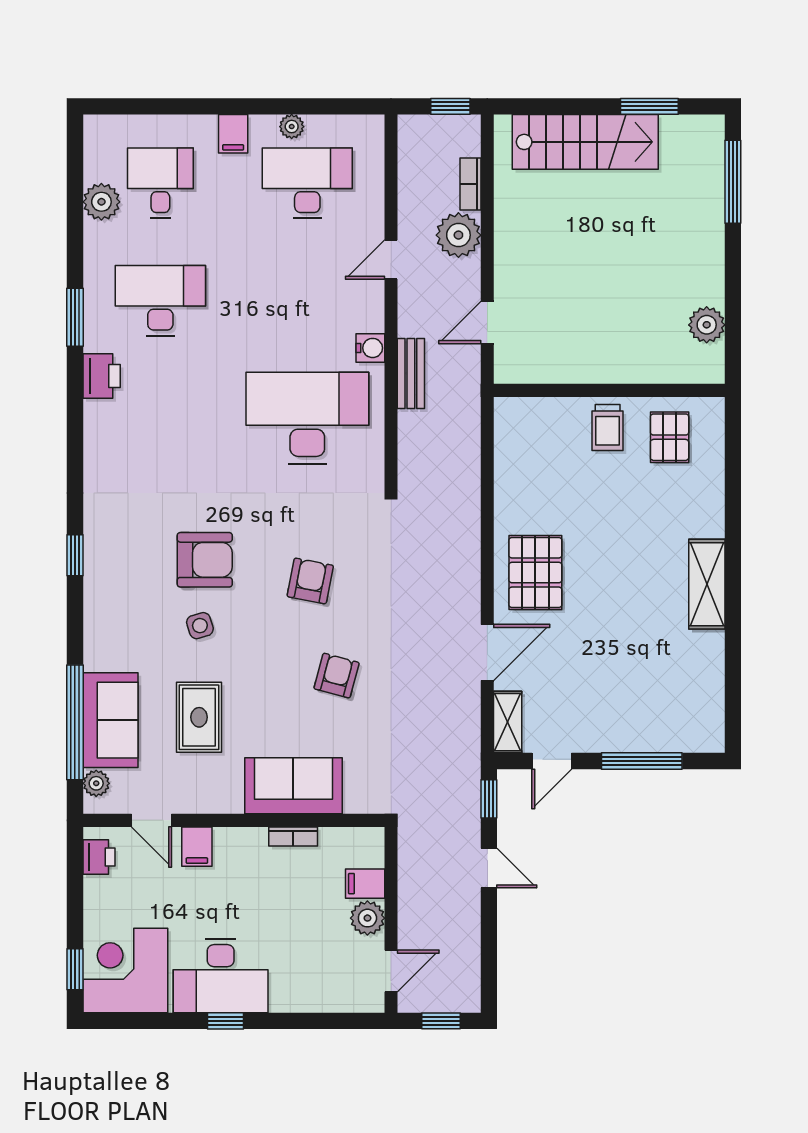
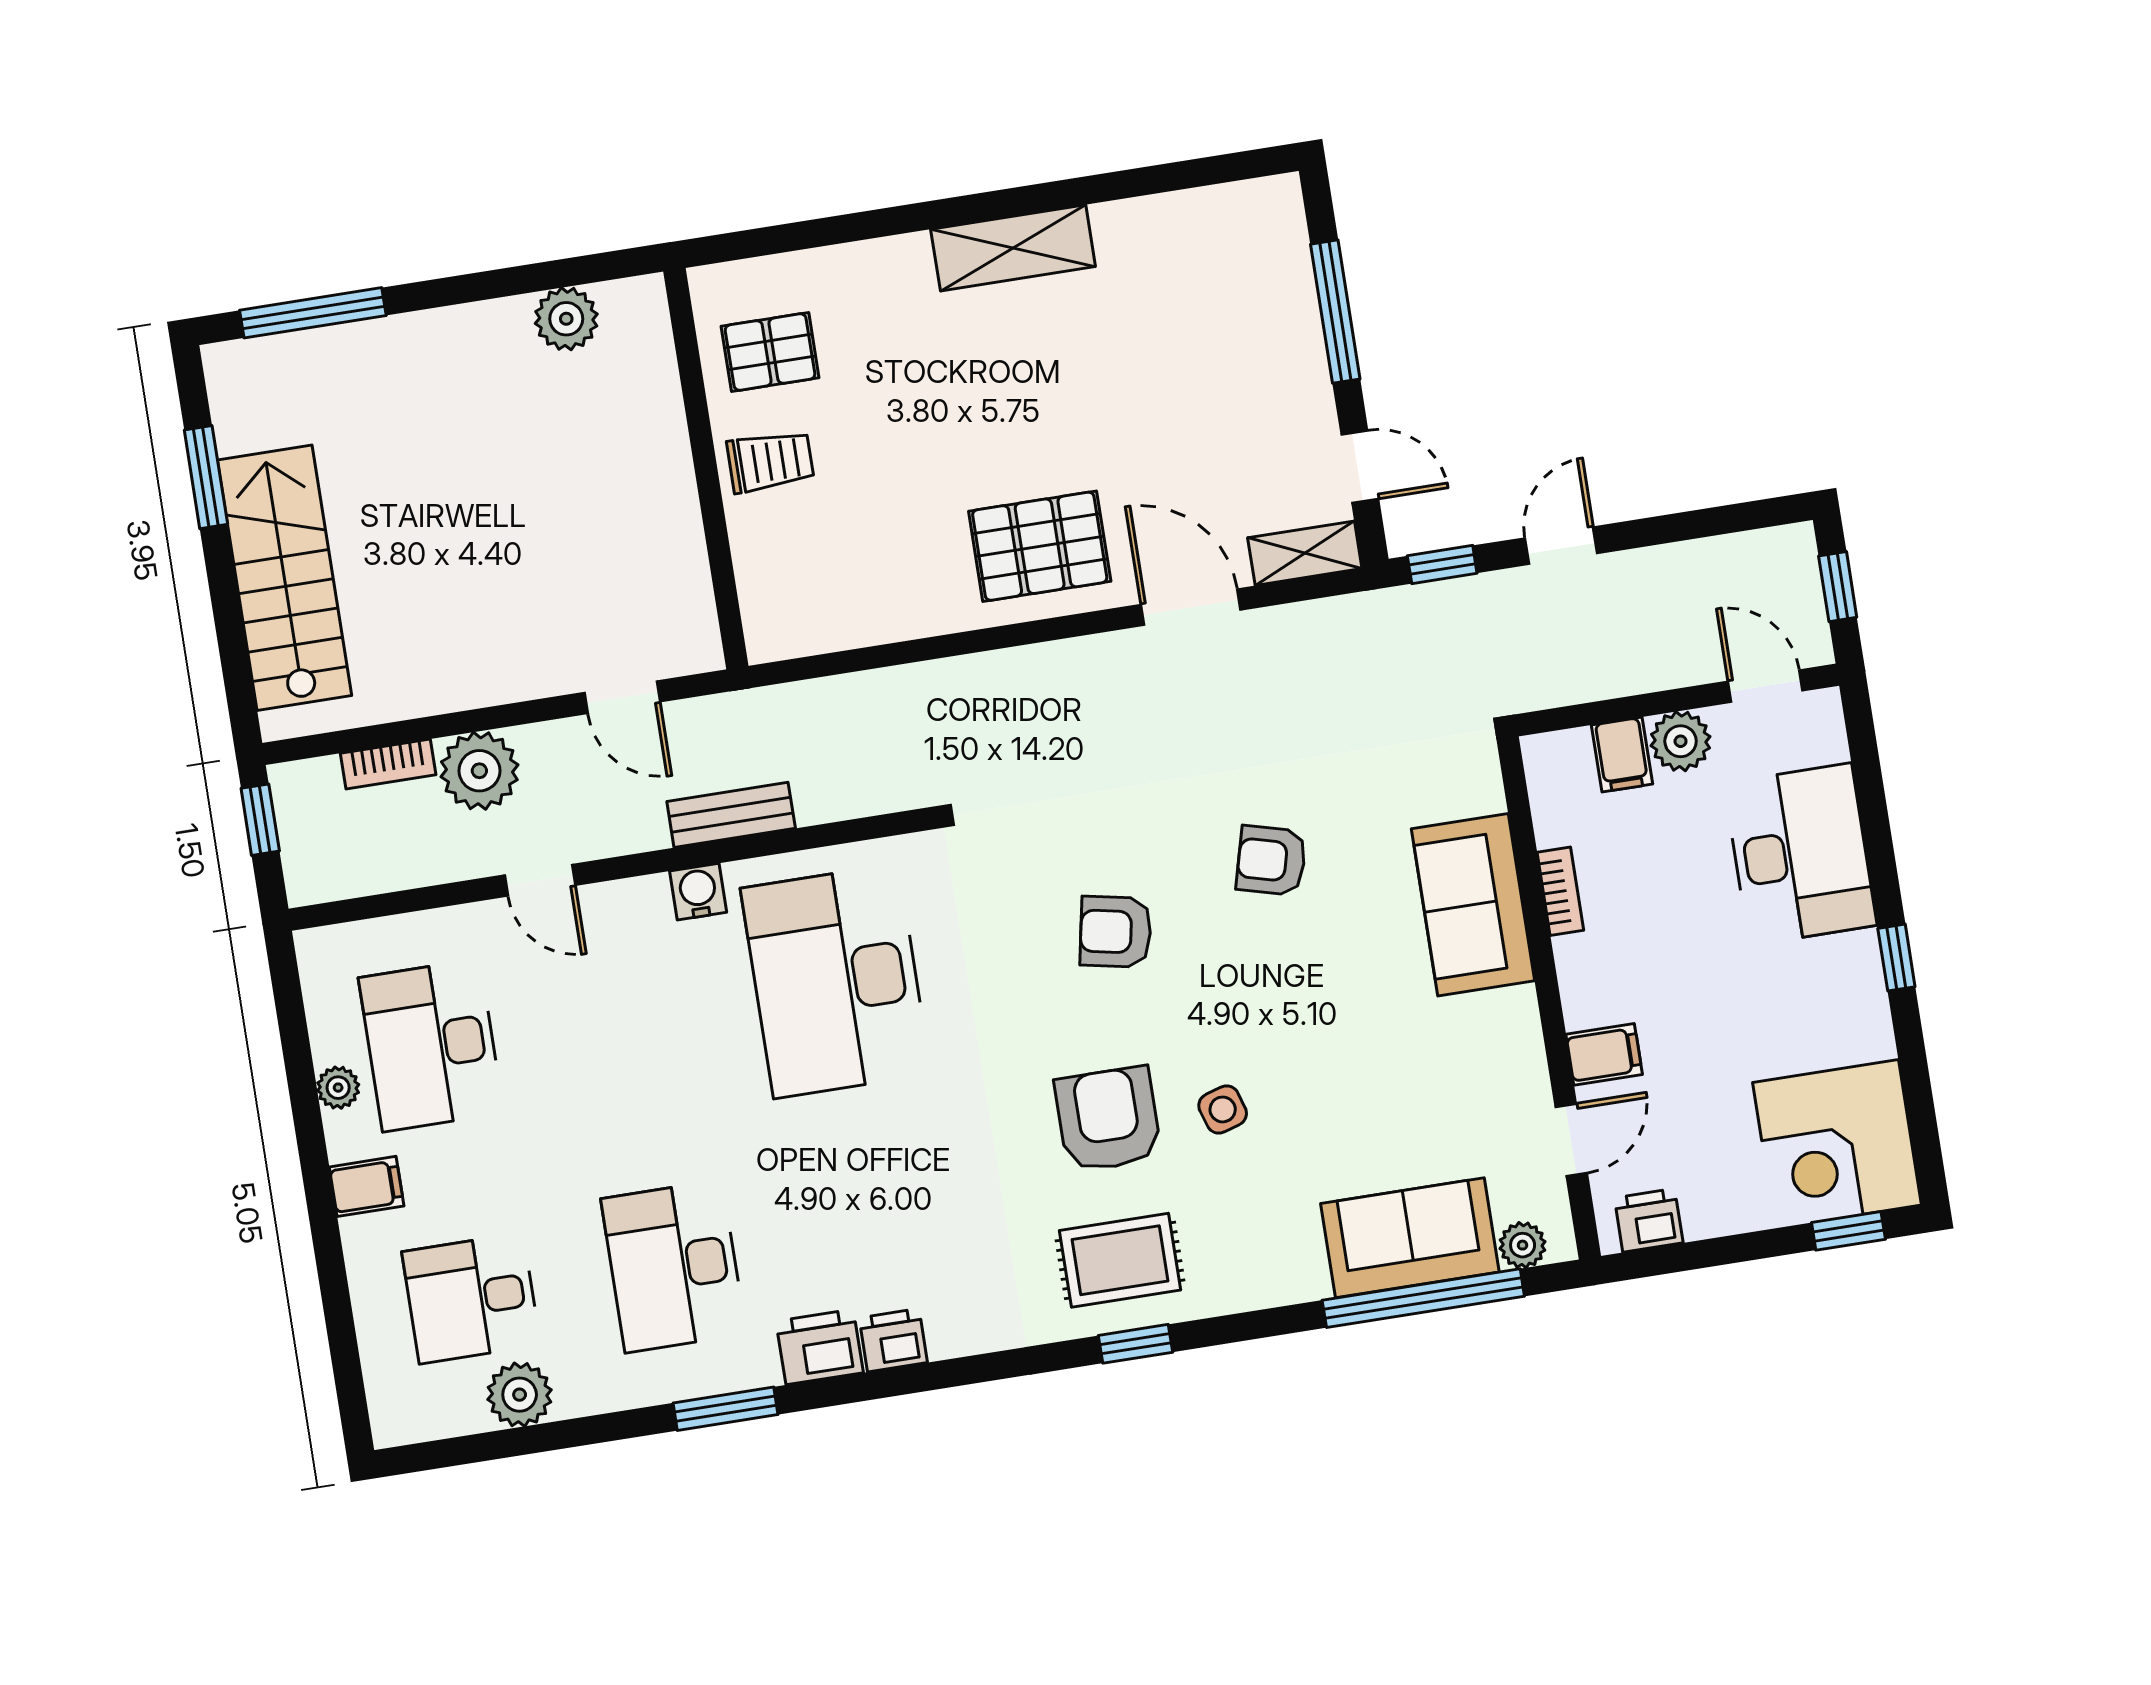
printer: (99, 418) -> (893, 1340), added
rug: (199, 717) -> (1120, 1260), moved
desk: (221, 976) -> (1800, 854), moved

